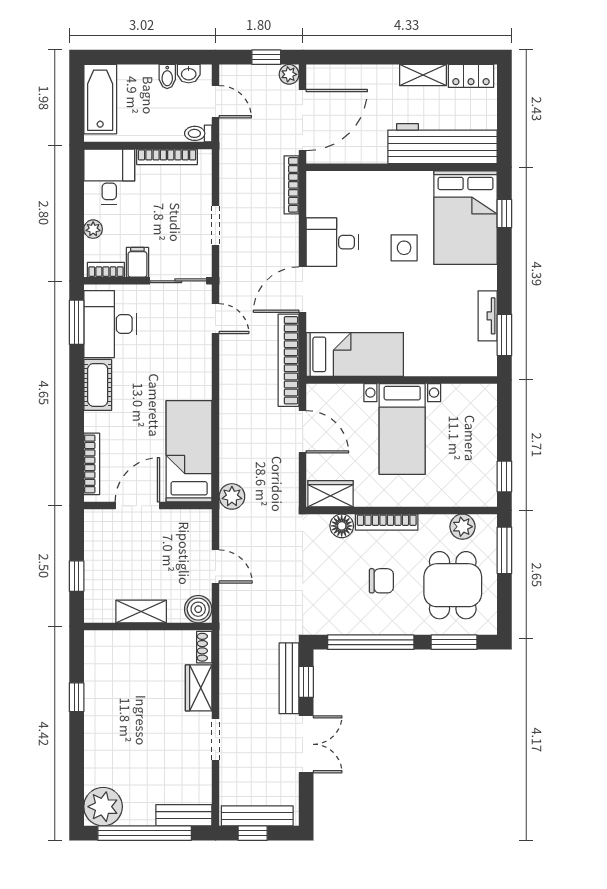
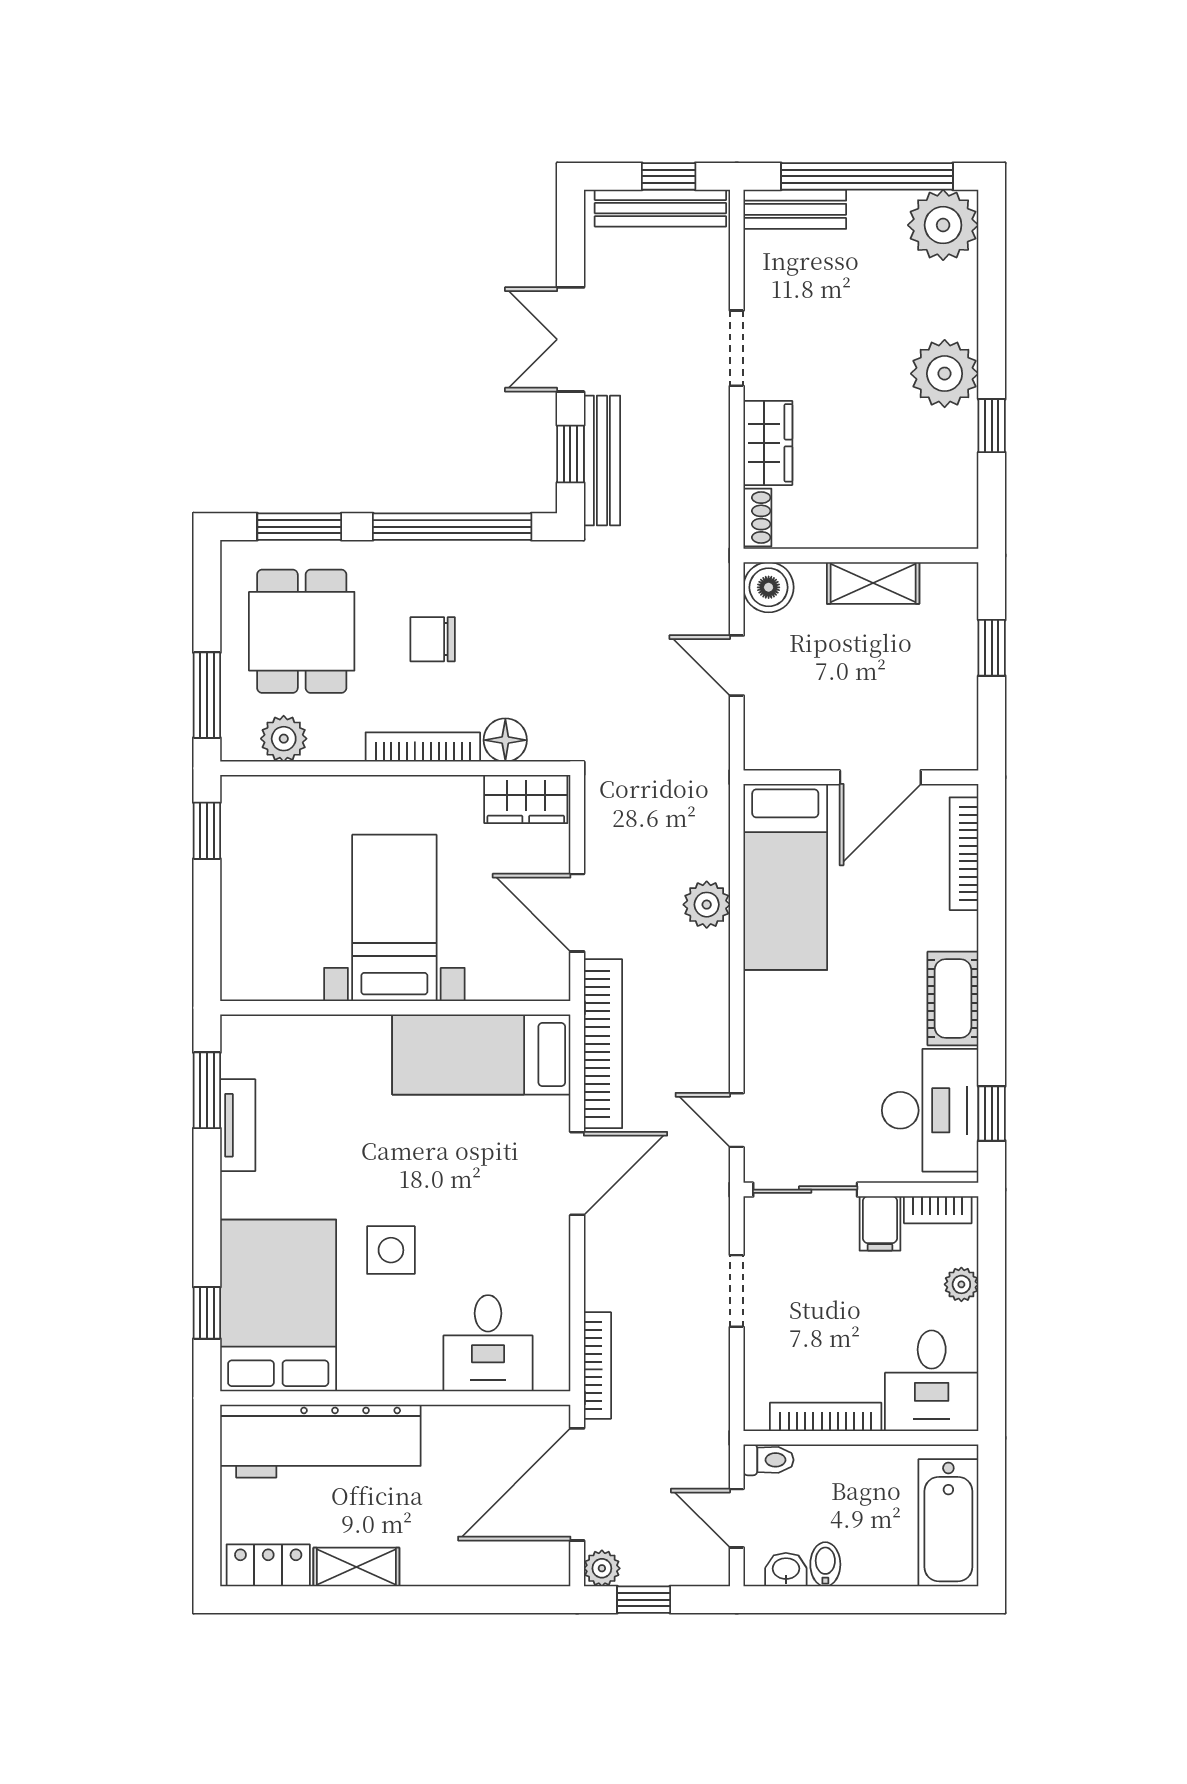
desk: (332, 242) -> (488, 1343), moved, turned 90
window: (77, 322) -> (992, 1113), width x0.67
plant: (232, 496) -> (707, 905), moved
plant: (102, 726) -> (945, 374), added

